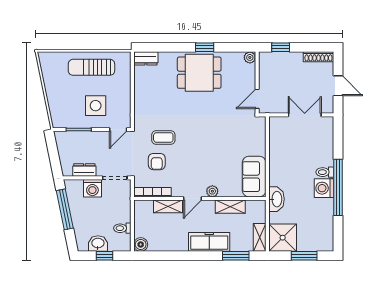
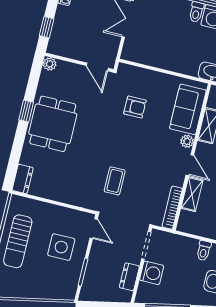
armchair: (157, 162) -> (135, 107), moved
sofa: (254, 177) -> (188, 109), moved, turned 90

